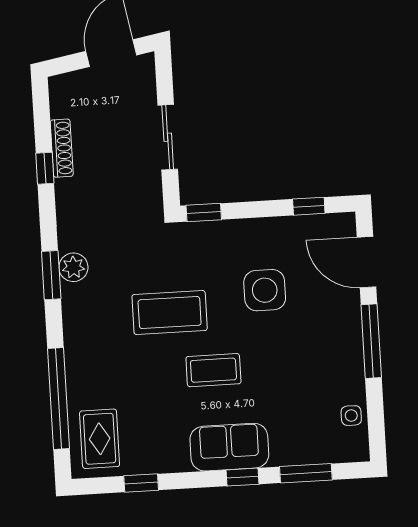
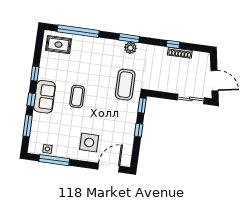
sliding door: (168, 137) -> (191, 99), moved
window: (309, 206) -> (139, 130), moved
side table: (265, 290) -> (89, 143), moved
coffee table: (170, 313) -> (125, 85), moved
window: (371, 341) -> (54, 160), moved
window: (141, 483) -> (35, 74), moved

